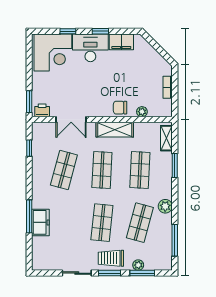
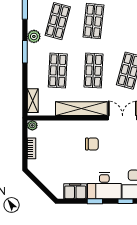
chair: (120, 108) -> (92, 144), moved
plant: (142, 112) -> (32, 125), moved
shelving: (115, 130) -> (81, 109), width x1.47
window: (175, 166) -> (25, 52), moved

